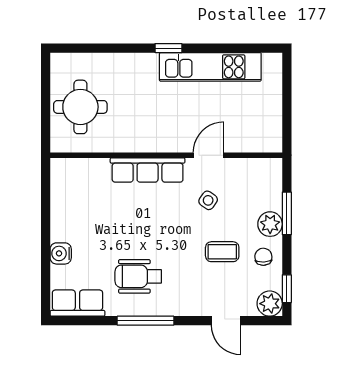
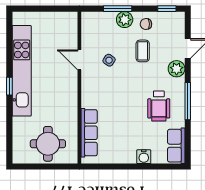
kitchen unit: (210, 67) -> (22, 71), width x1.36
row of seats: (148, 170) -> (89, 133), moved
plant: (270, 304) -> (177, 69), moved

